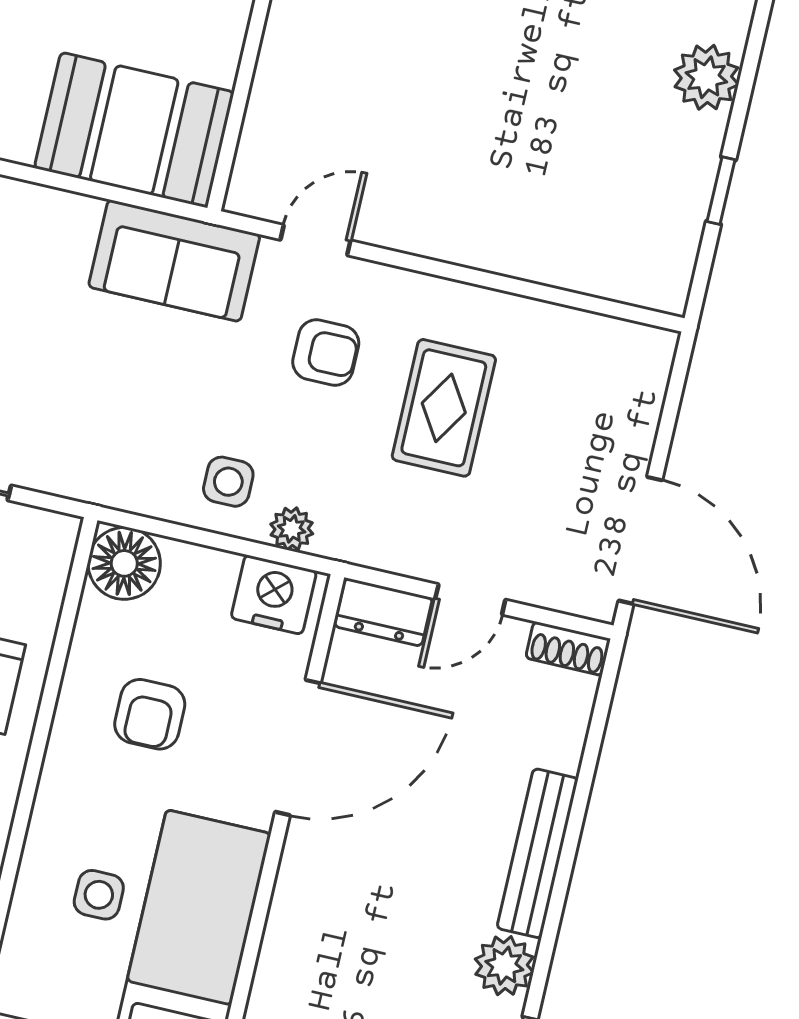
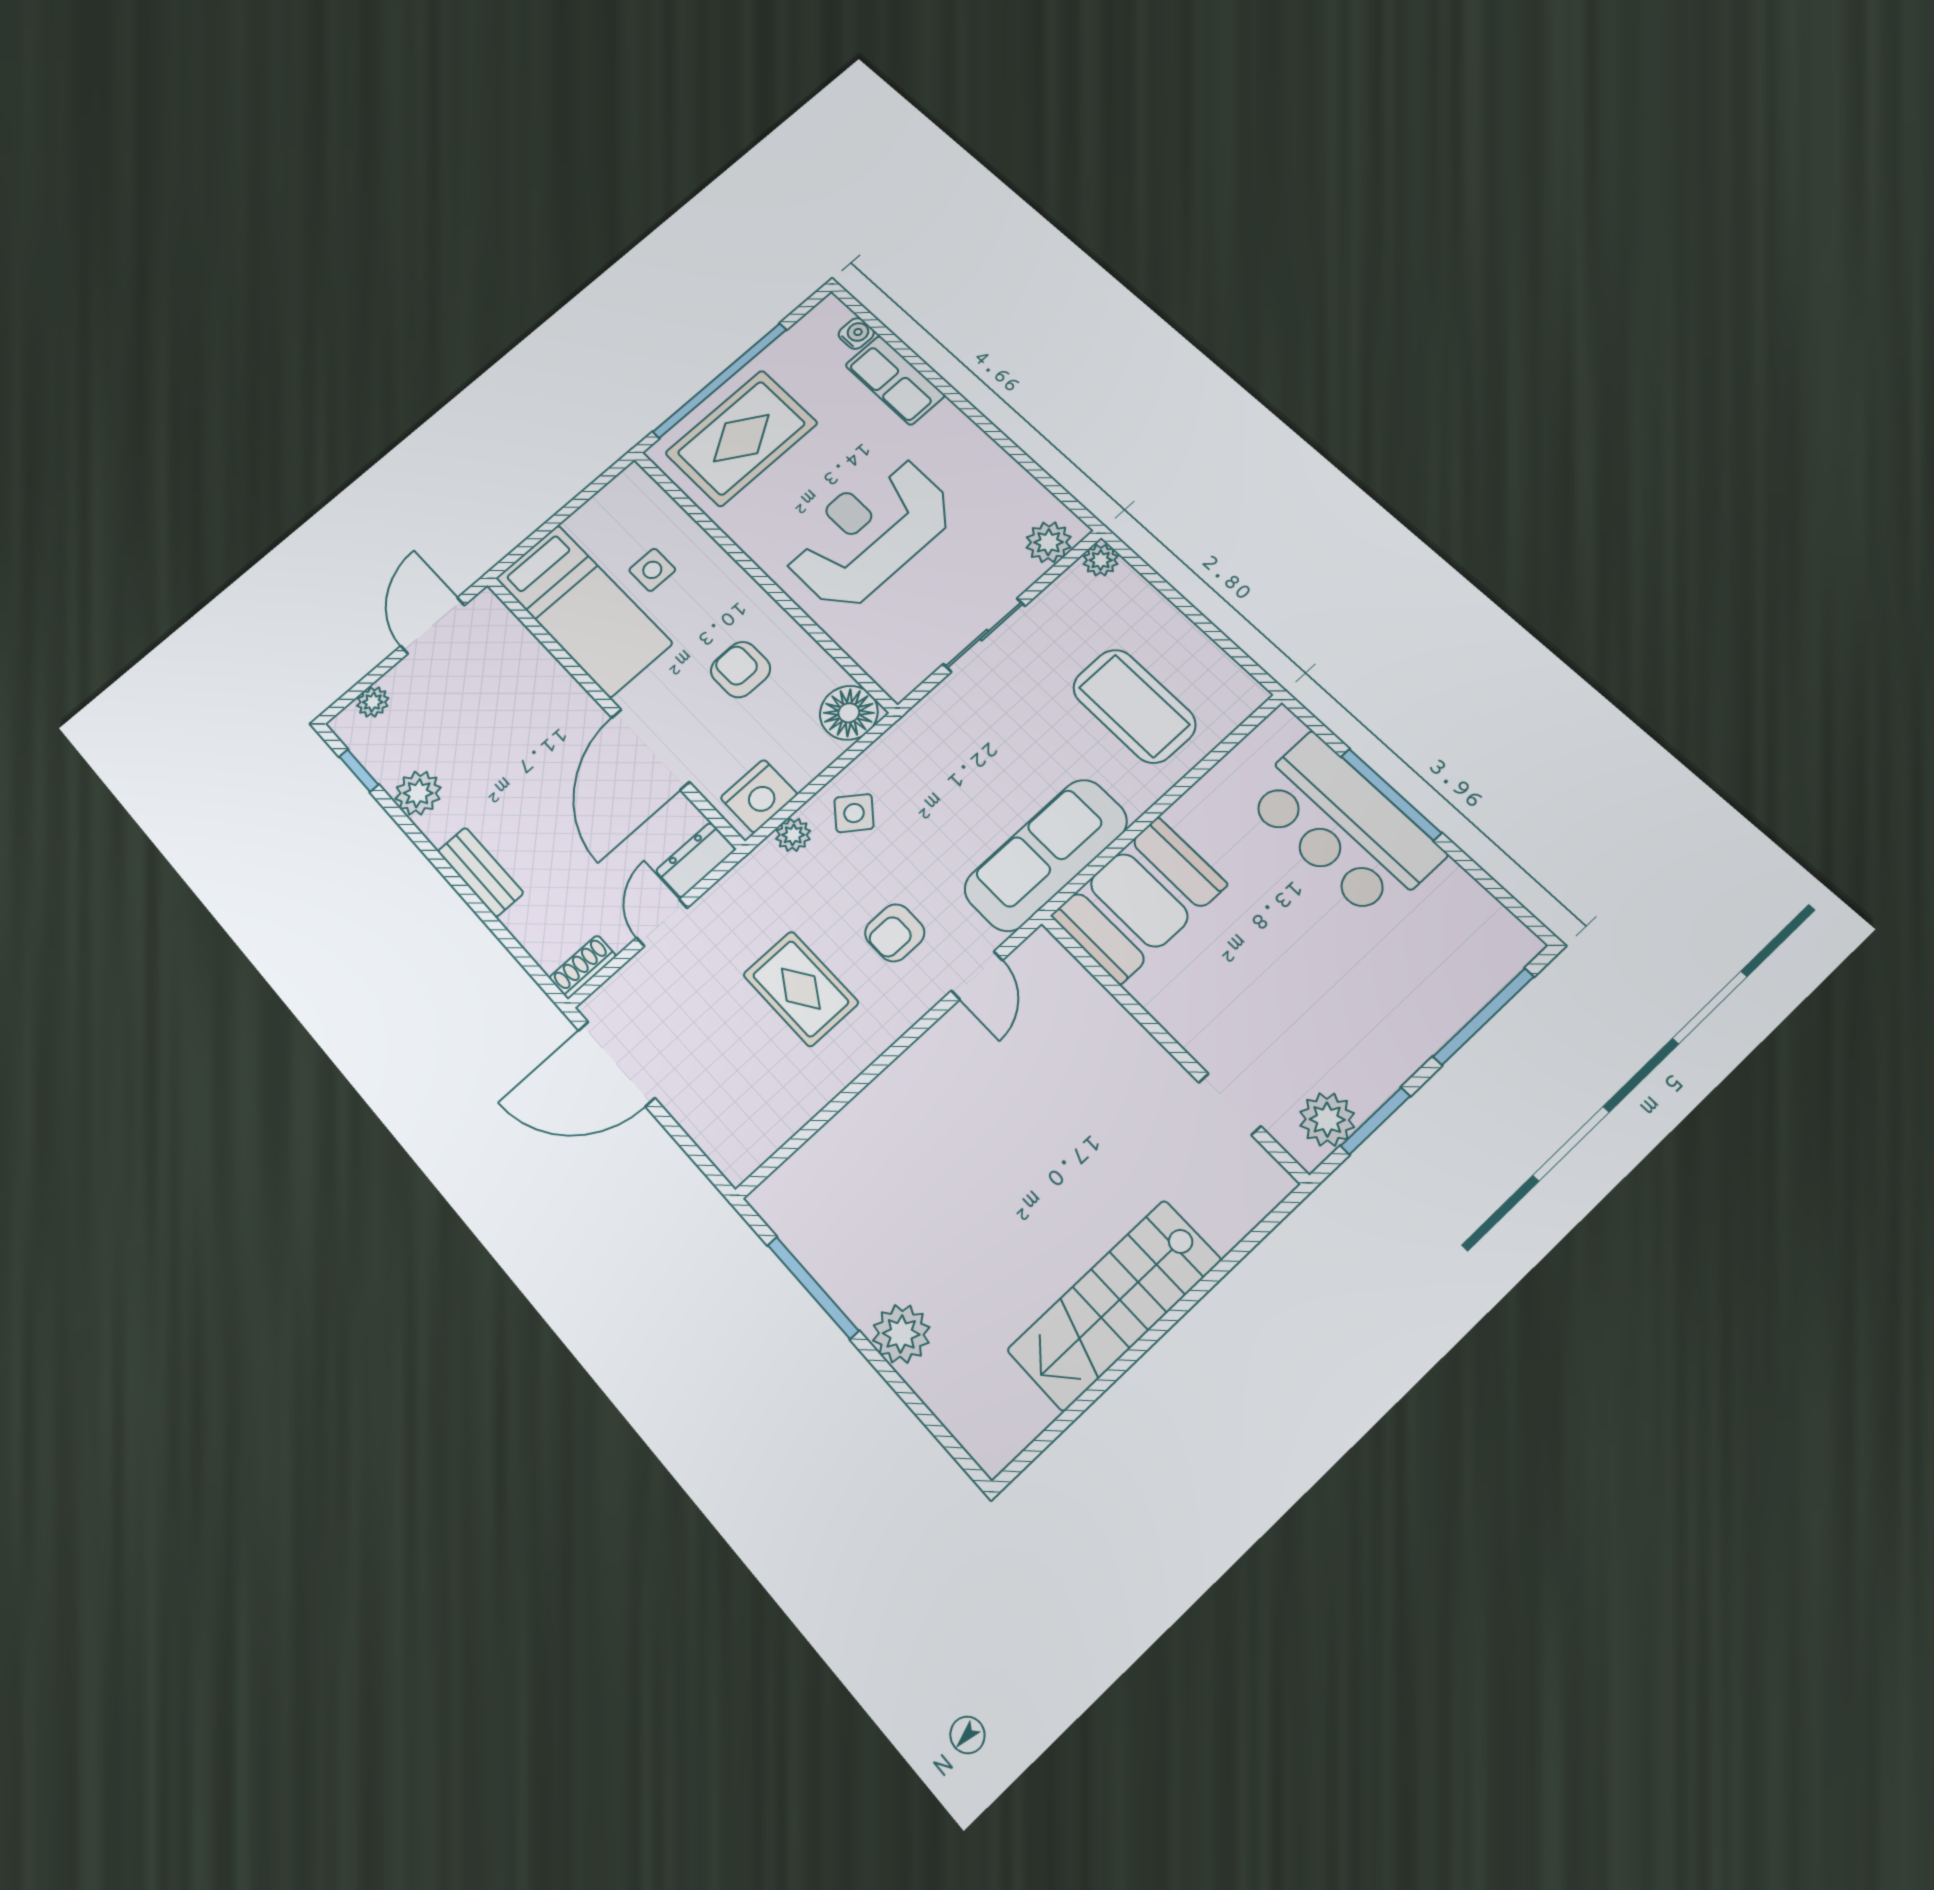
window: (721, 191) -> (813, 1288), width x2.17
sofa: (174, 261) -> (1046, 855), width x1.36
side table: (228, 482) -> (854, 813), turned 38
bench: (537, 853) -> (480, 872), width x0.73

